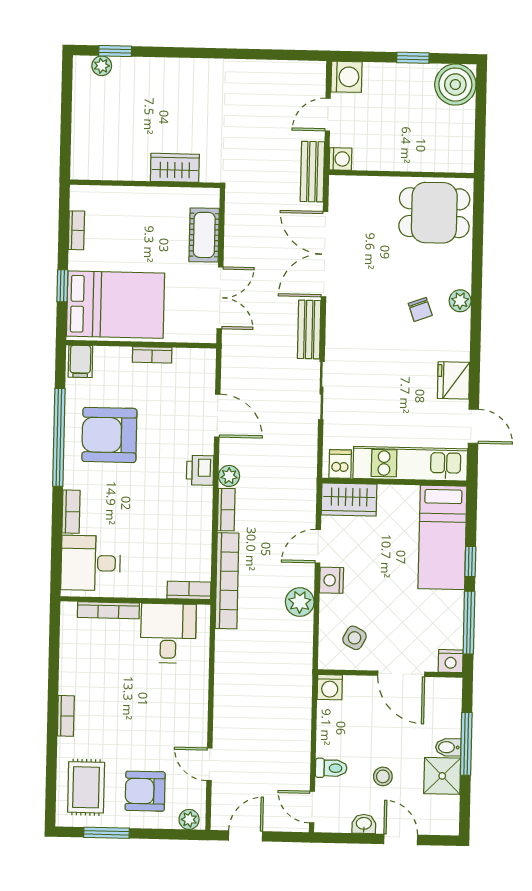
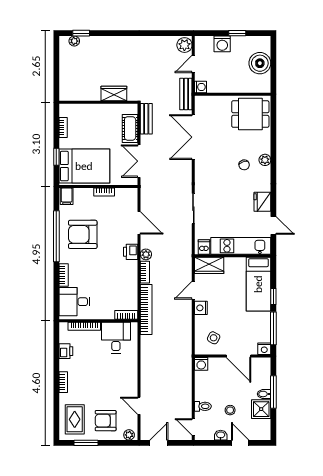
washing machine: (347, 77) -> (222, 44), moved, turned 90
boiler: (455, 85) -> (260, 63), moved
double door: (220, 298) -> (139, 161), swing flipped
bench: (309, 329) -> (146, 119), moved
plant: (300, 602) -> (184, 45), moved
printer: (72, 657) -> (66, 351), added

